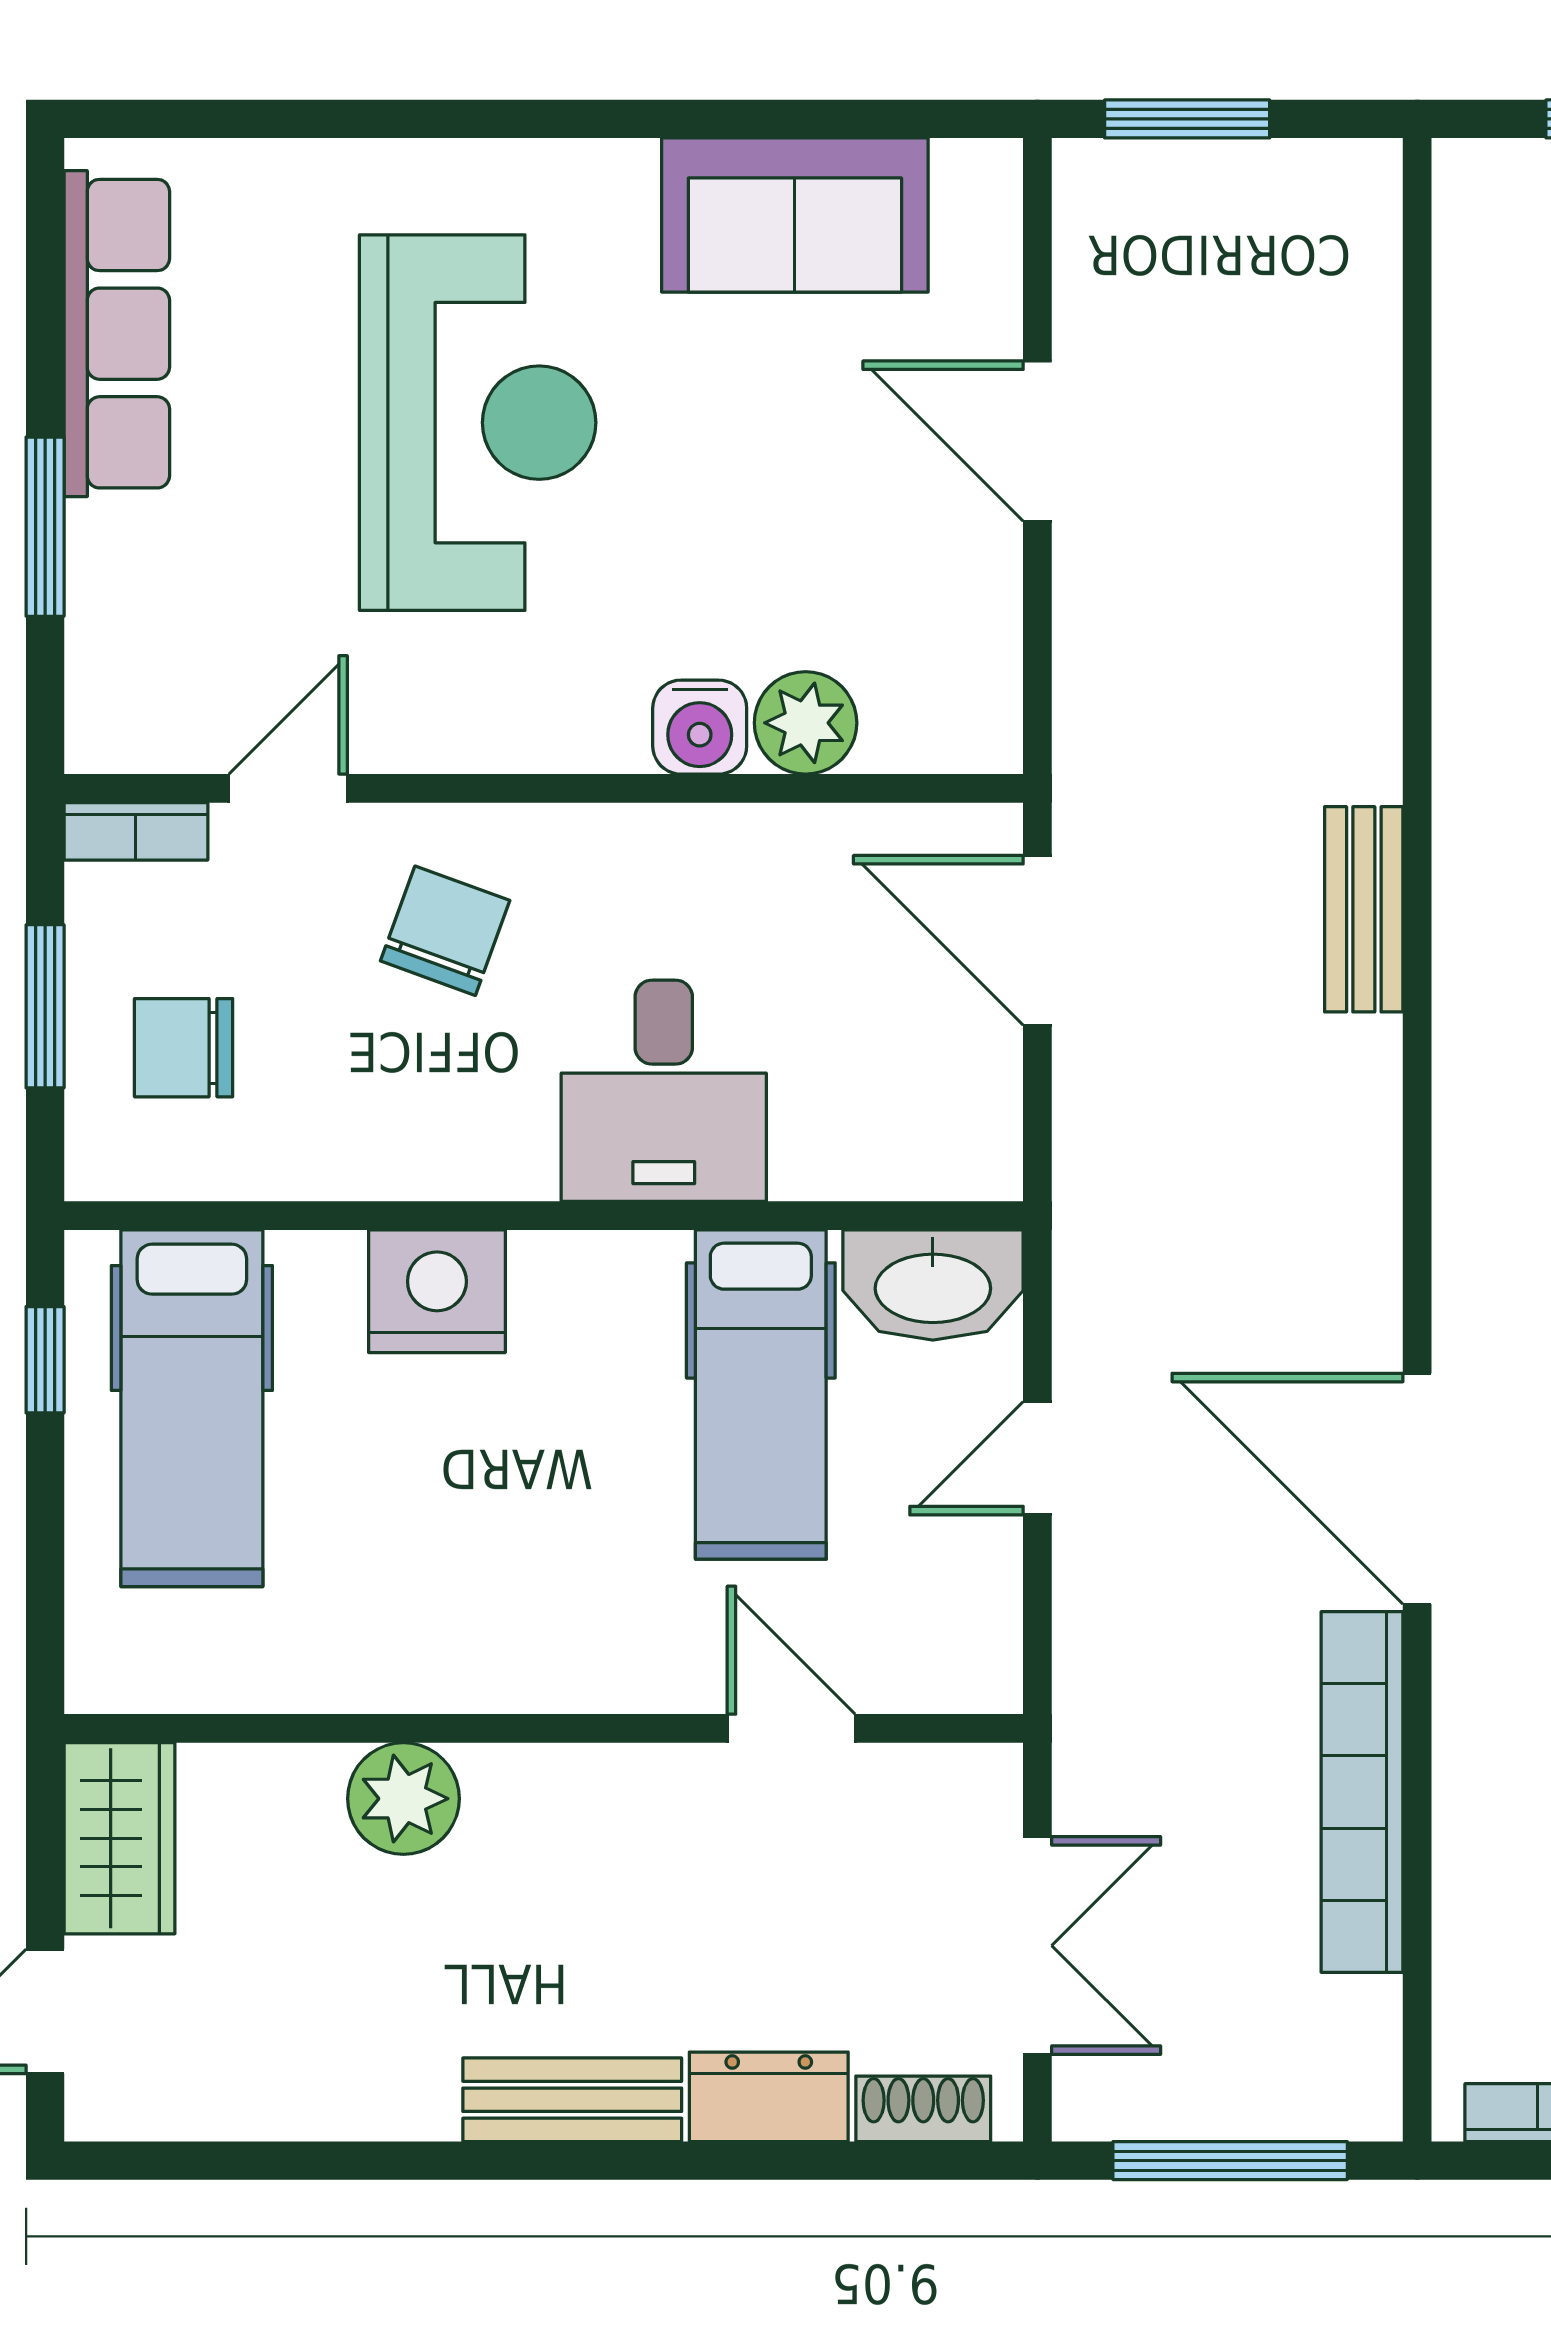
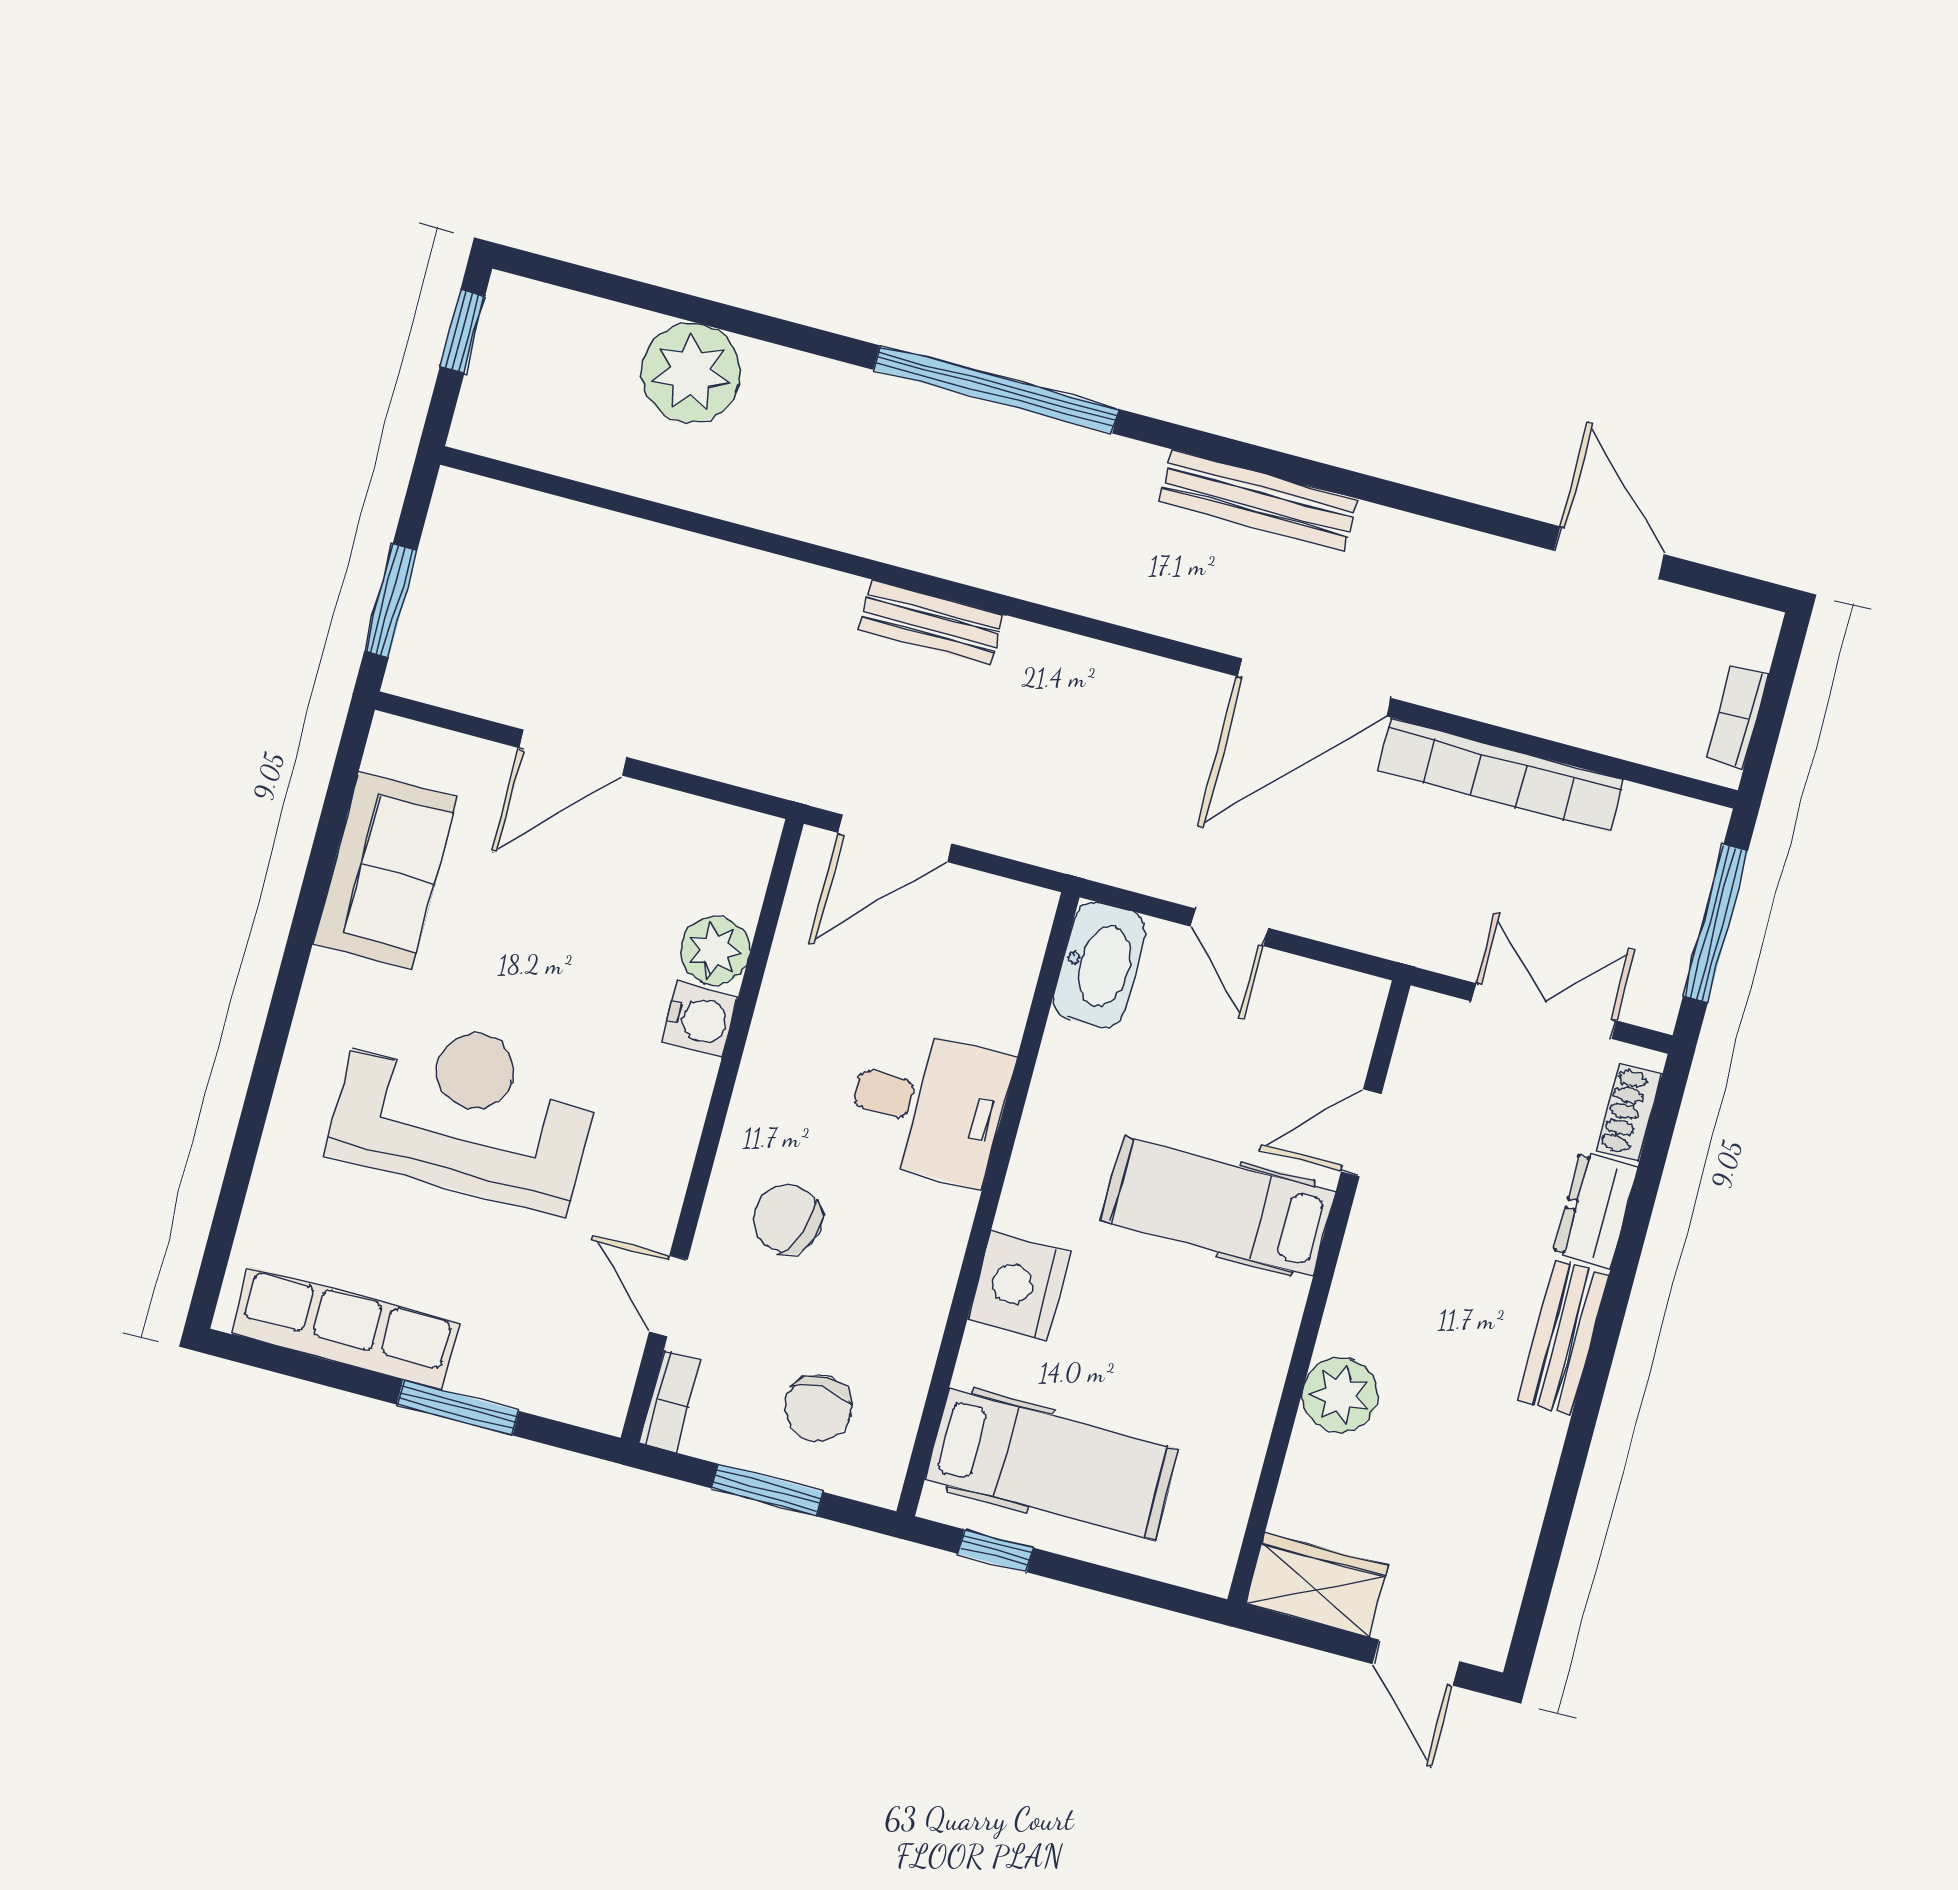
hospital bed: (761, 1395) -> (1218, 1206), moved, turned 180

